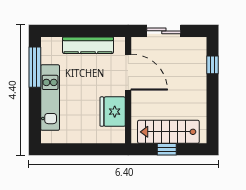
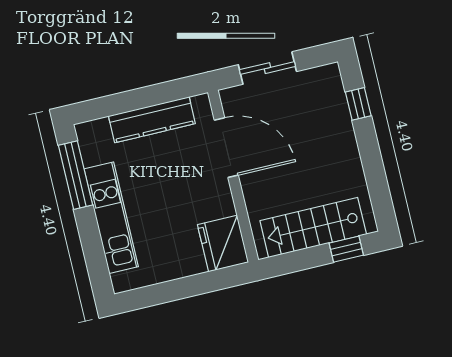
fridge: (113, 112) -> (223, 243), moved
window: (167, 149) -> (346, 249), moved

